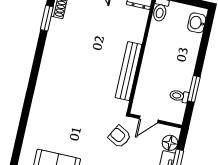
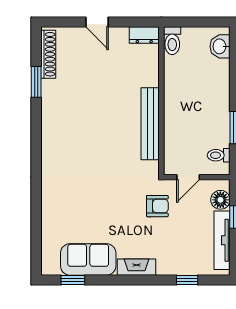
toilet: (179, 96) -> (219, 155), moved
armchair: (120, 137) -> (157, 206), turned 151

